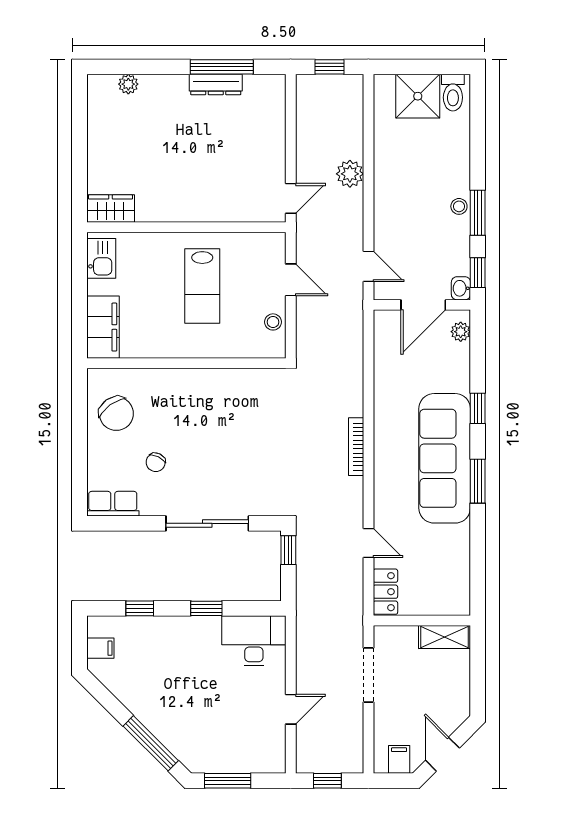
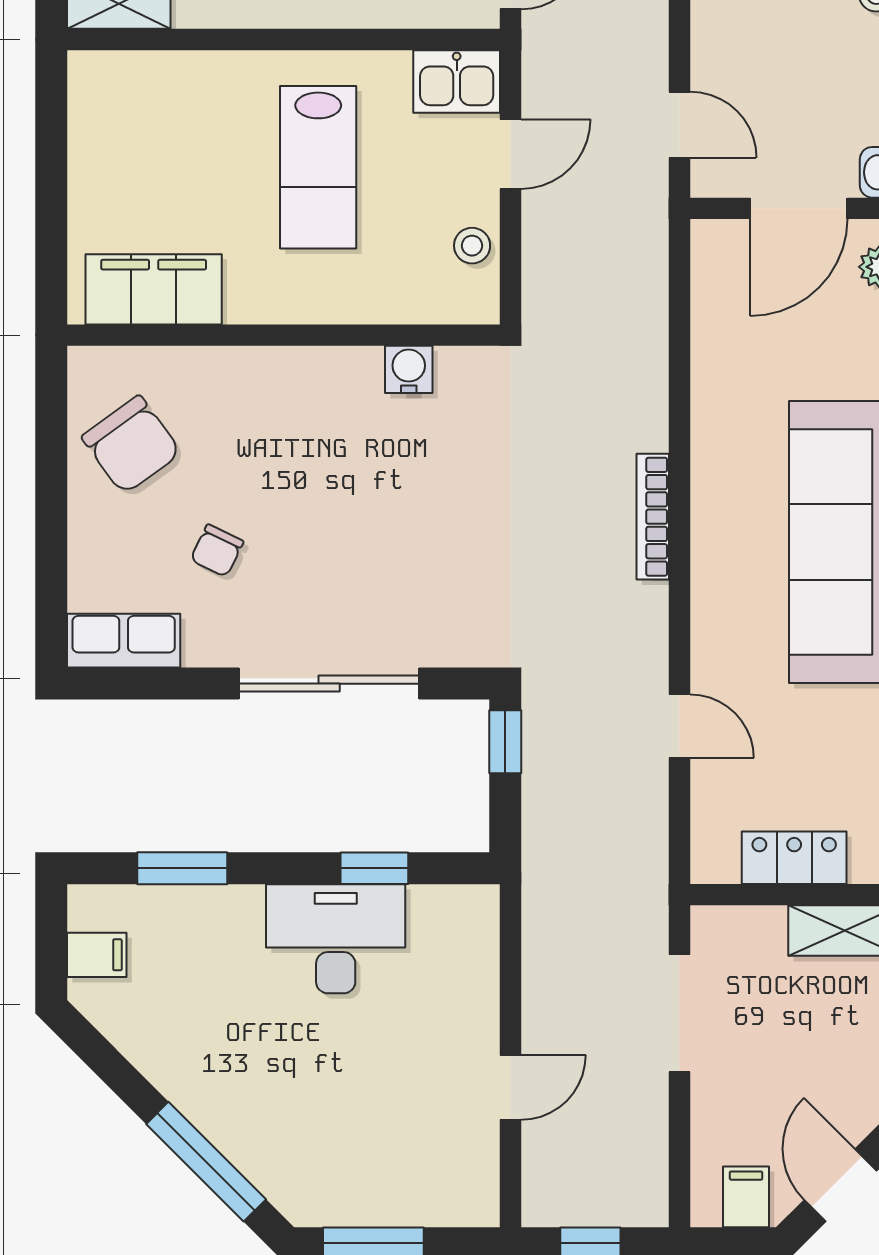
kitchen sink: (101, 258) -> (457, 81), moved, turned 90
door: (291, 280) -> (511, 154), hinge flipped
filing cabinet: (103, 327) -> (154, 289), moved, turned -90
water cooler: (244, 379) -> (409, 369), added
locker: (385, 592) -> (794, 858), moved, turned -90
window: (140, 608) -> (182, 868), width x1.50
window: (206, 608) -> (374, 868), moved
desk: (254, 641) -> (336, 939), moved

